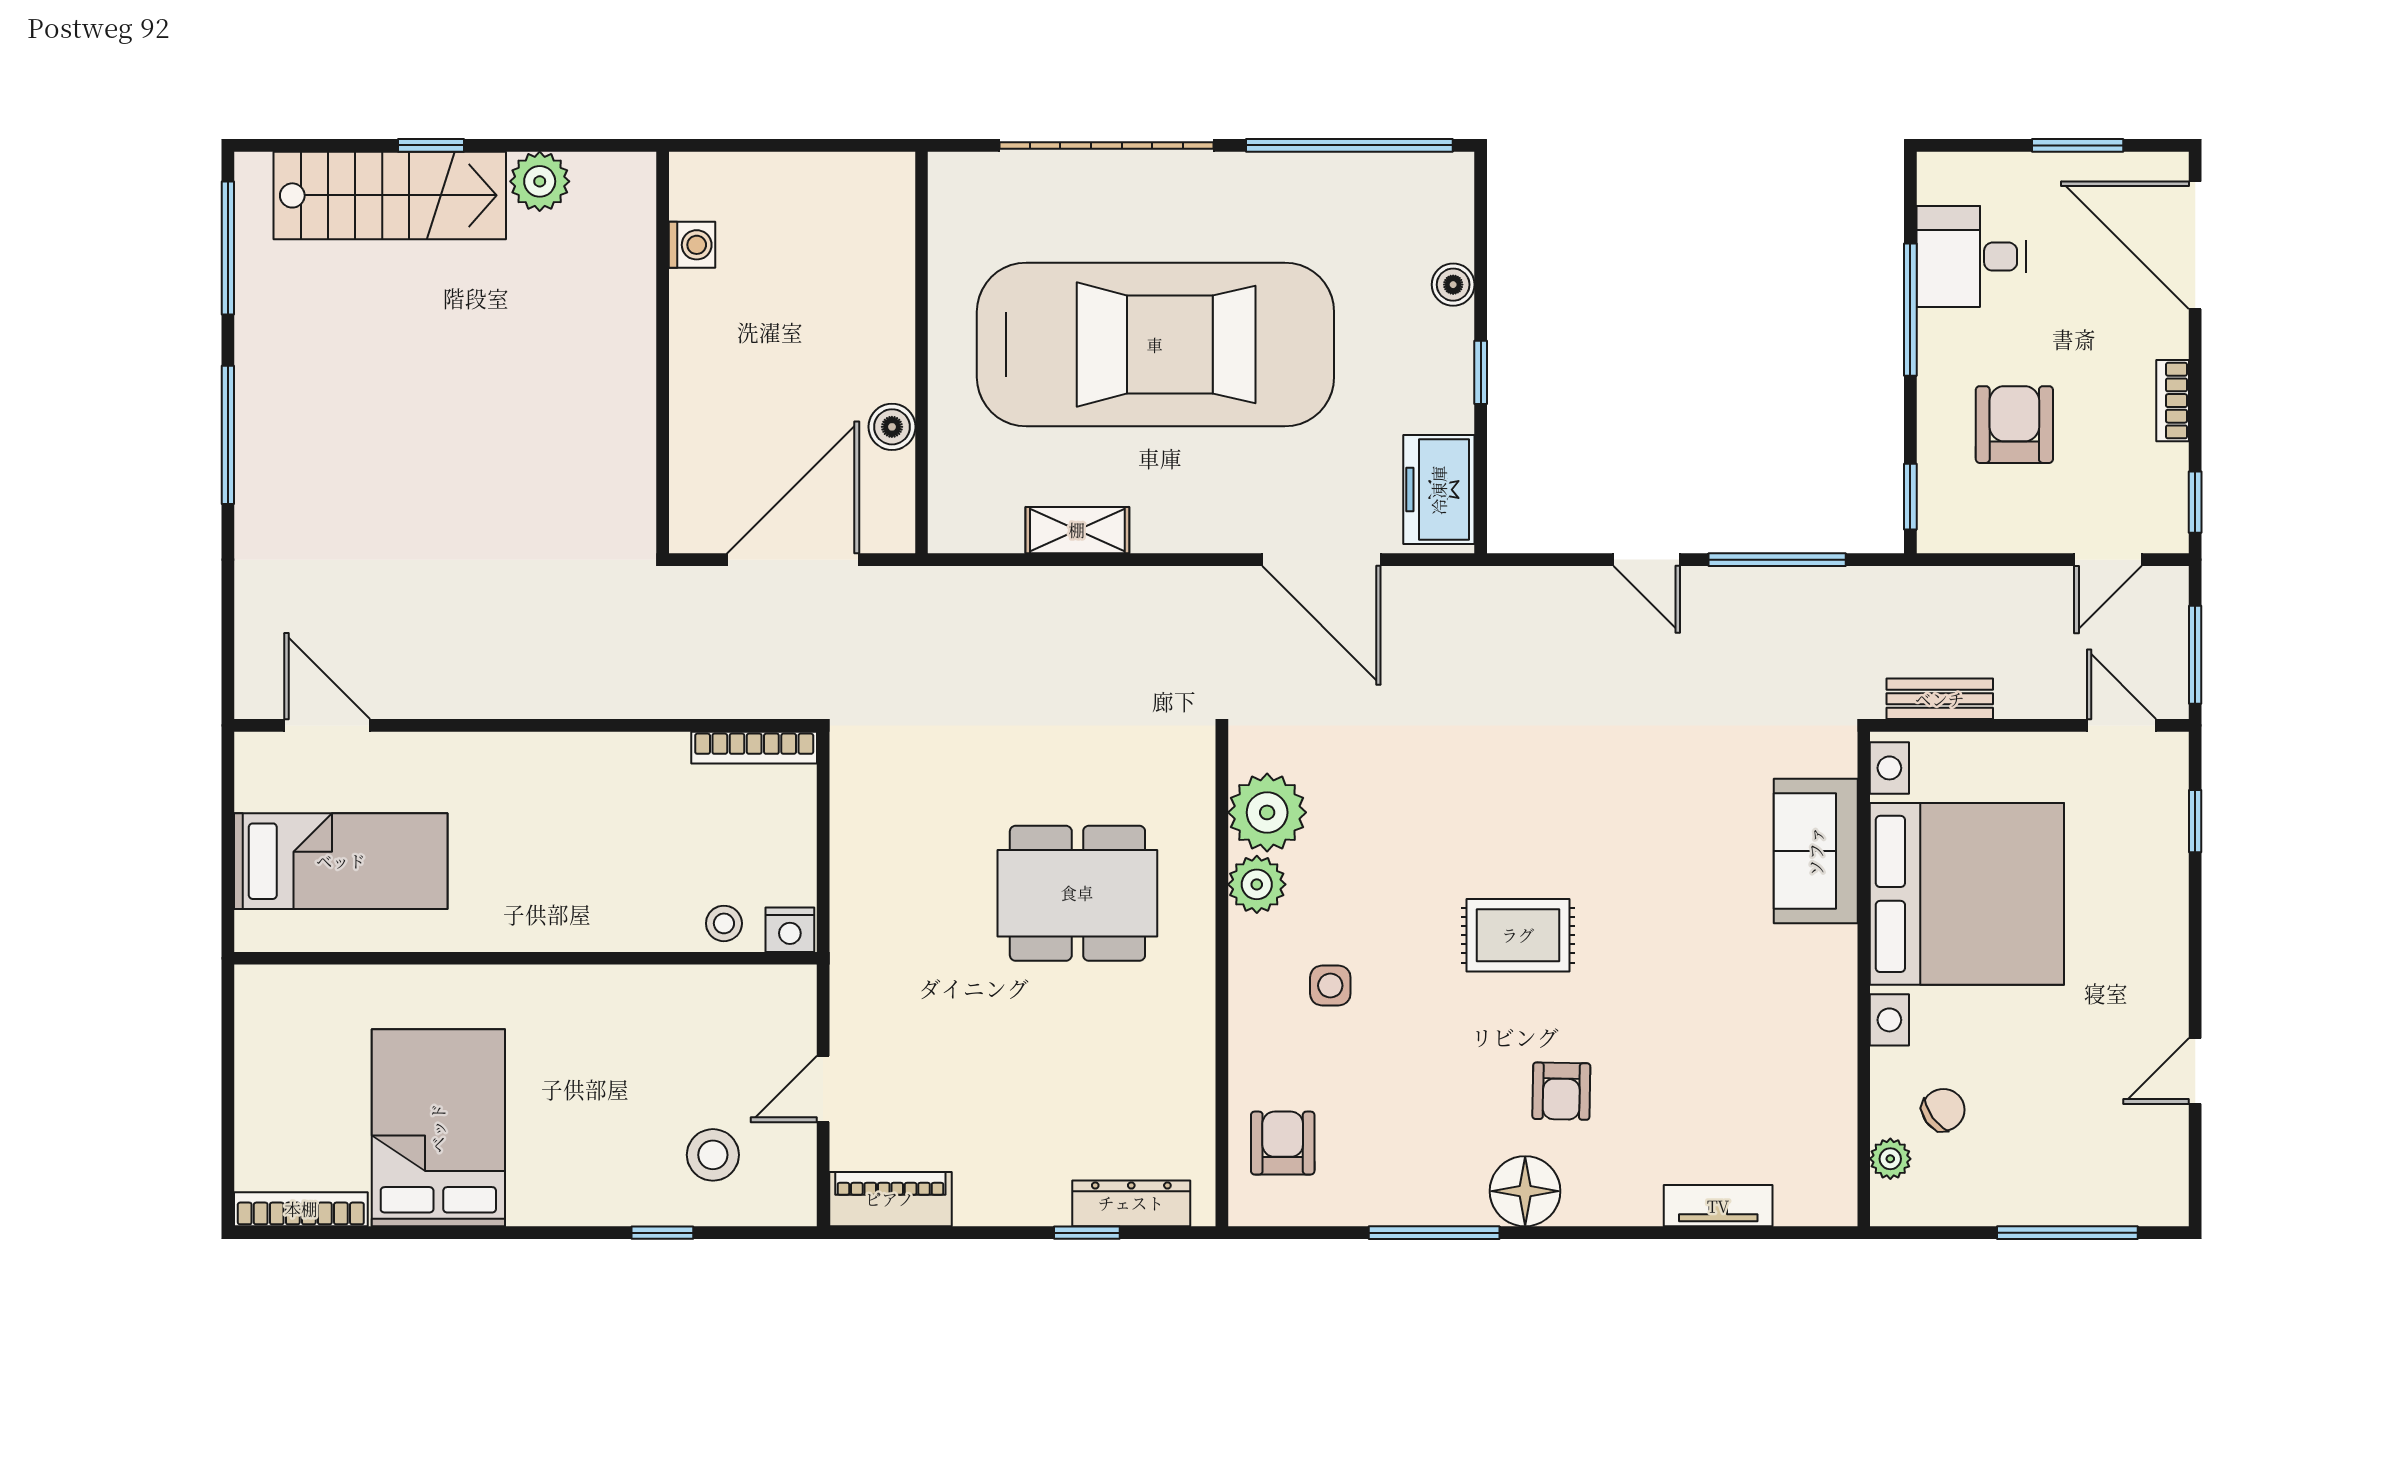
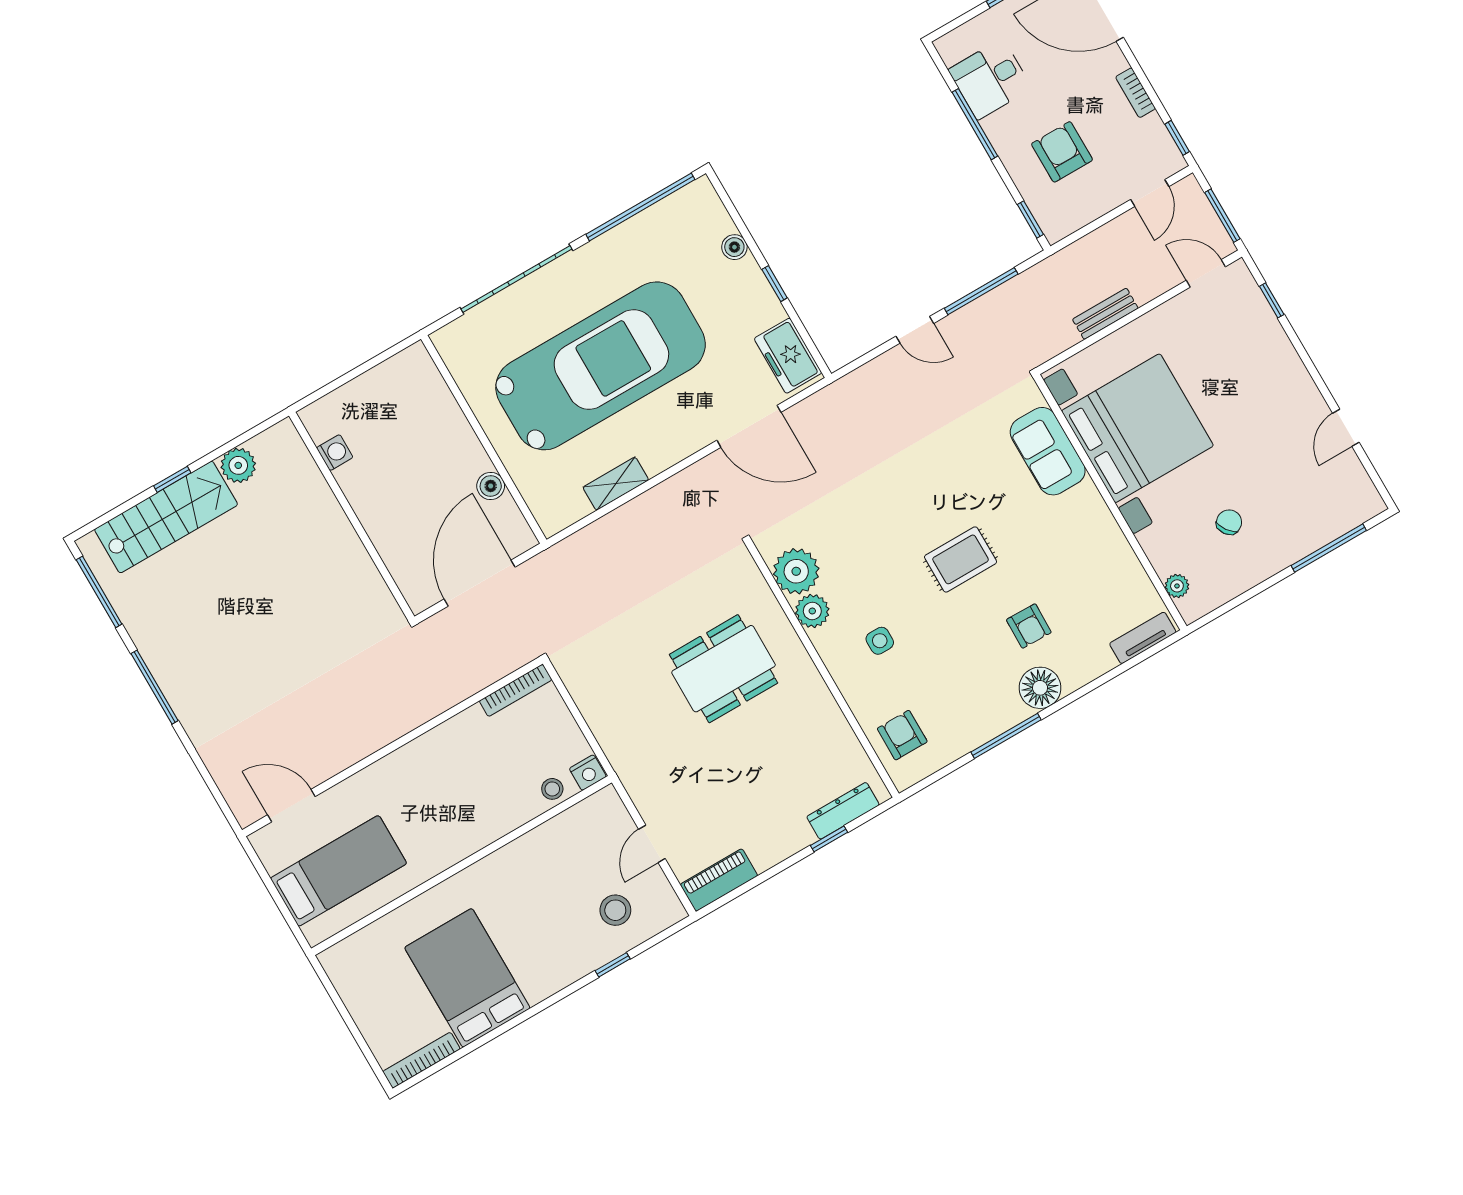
sofa: (1816, 851) -> (1048, 451), moved
bed with nightstands: (1967, 894) -> (1137, 428), moved
wall: (1864, 979) -> (1110, 502), moved
plant: (1890, 1159) -> (1177, 586), moved

